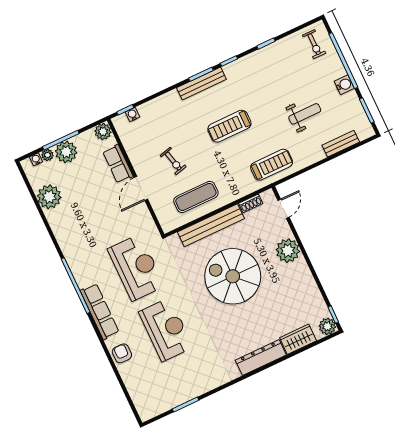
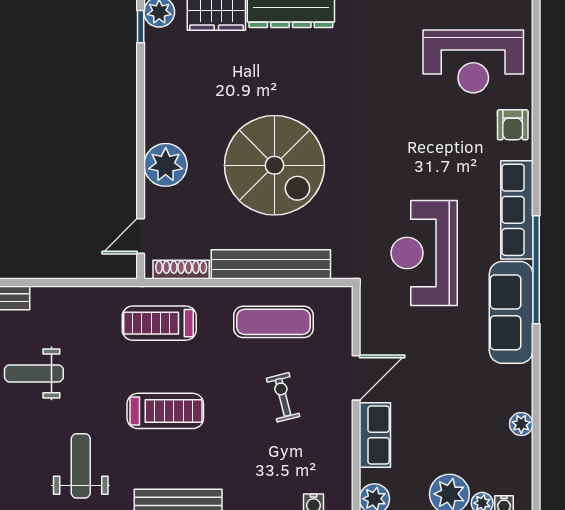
weight bench: (259, 78) -> (81, 466), added
treadmill: (272, 165) -> (159, 323), moved
plant: (49, 197) -> (521, 424), width x0.53, depth x0.53
shoe rack: (251, 203) -> (181, 270), width x1.43
sofa: (78, 258) -> (511, 312), added
reception desk: (166, 330) -> (473, 61), moved, turned -90

